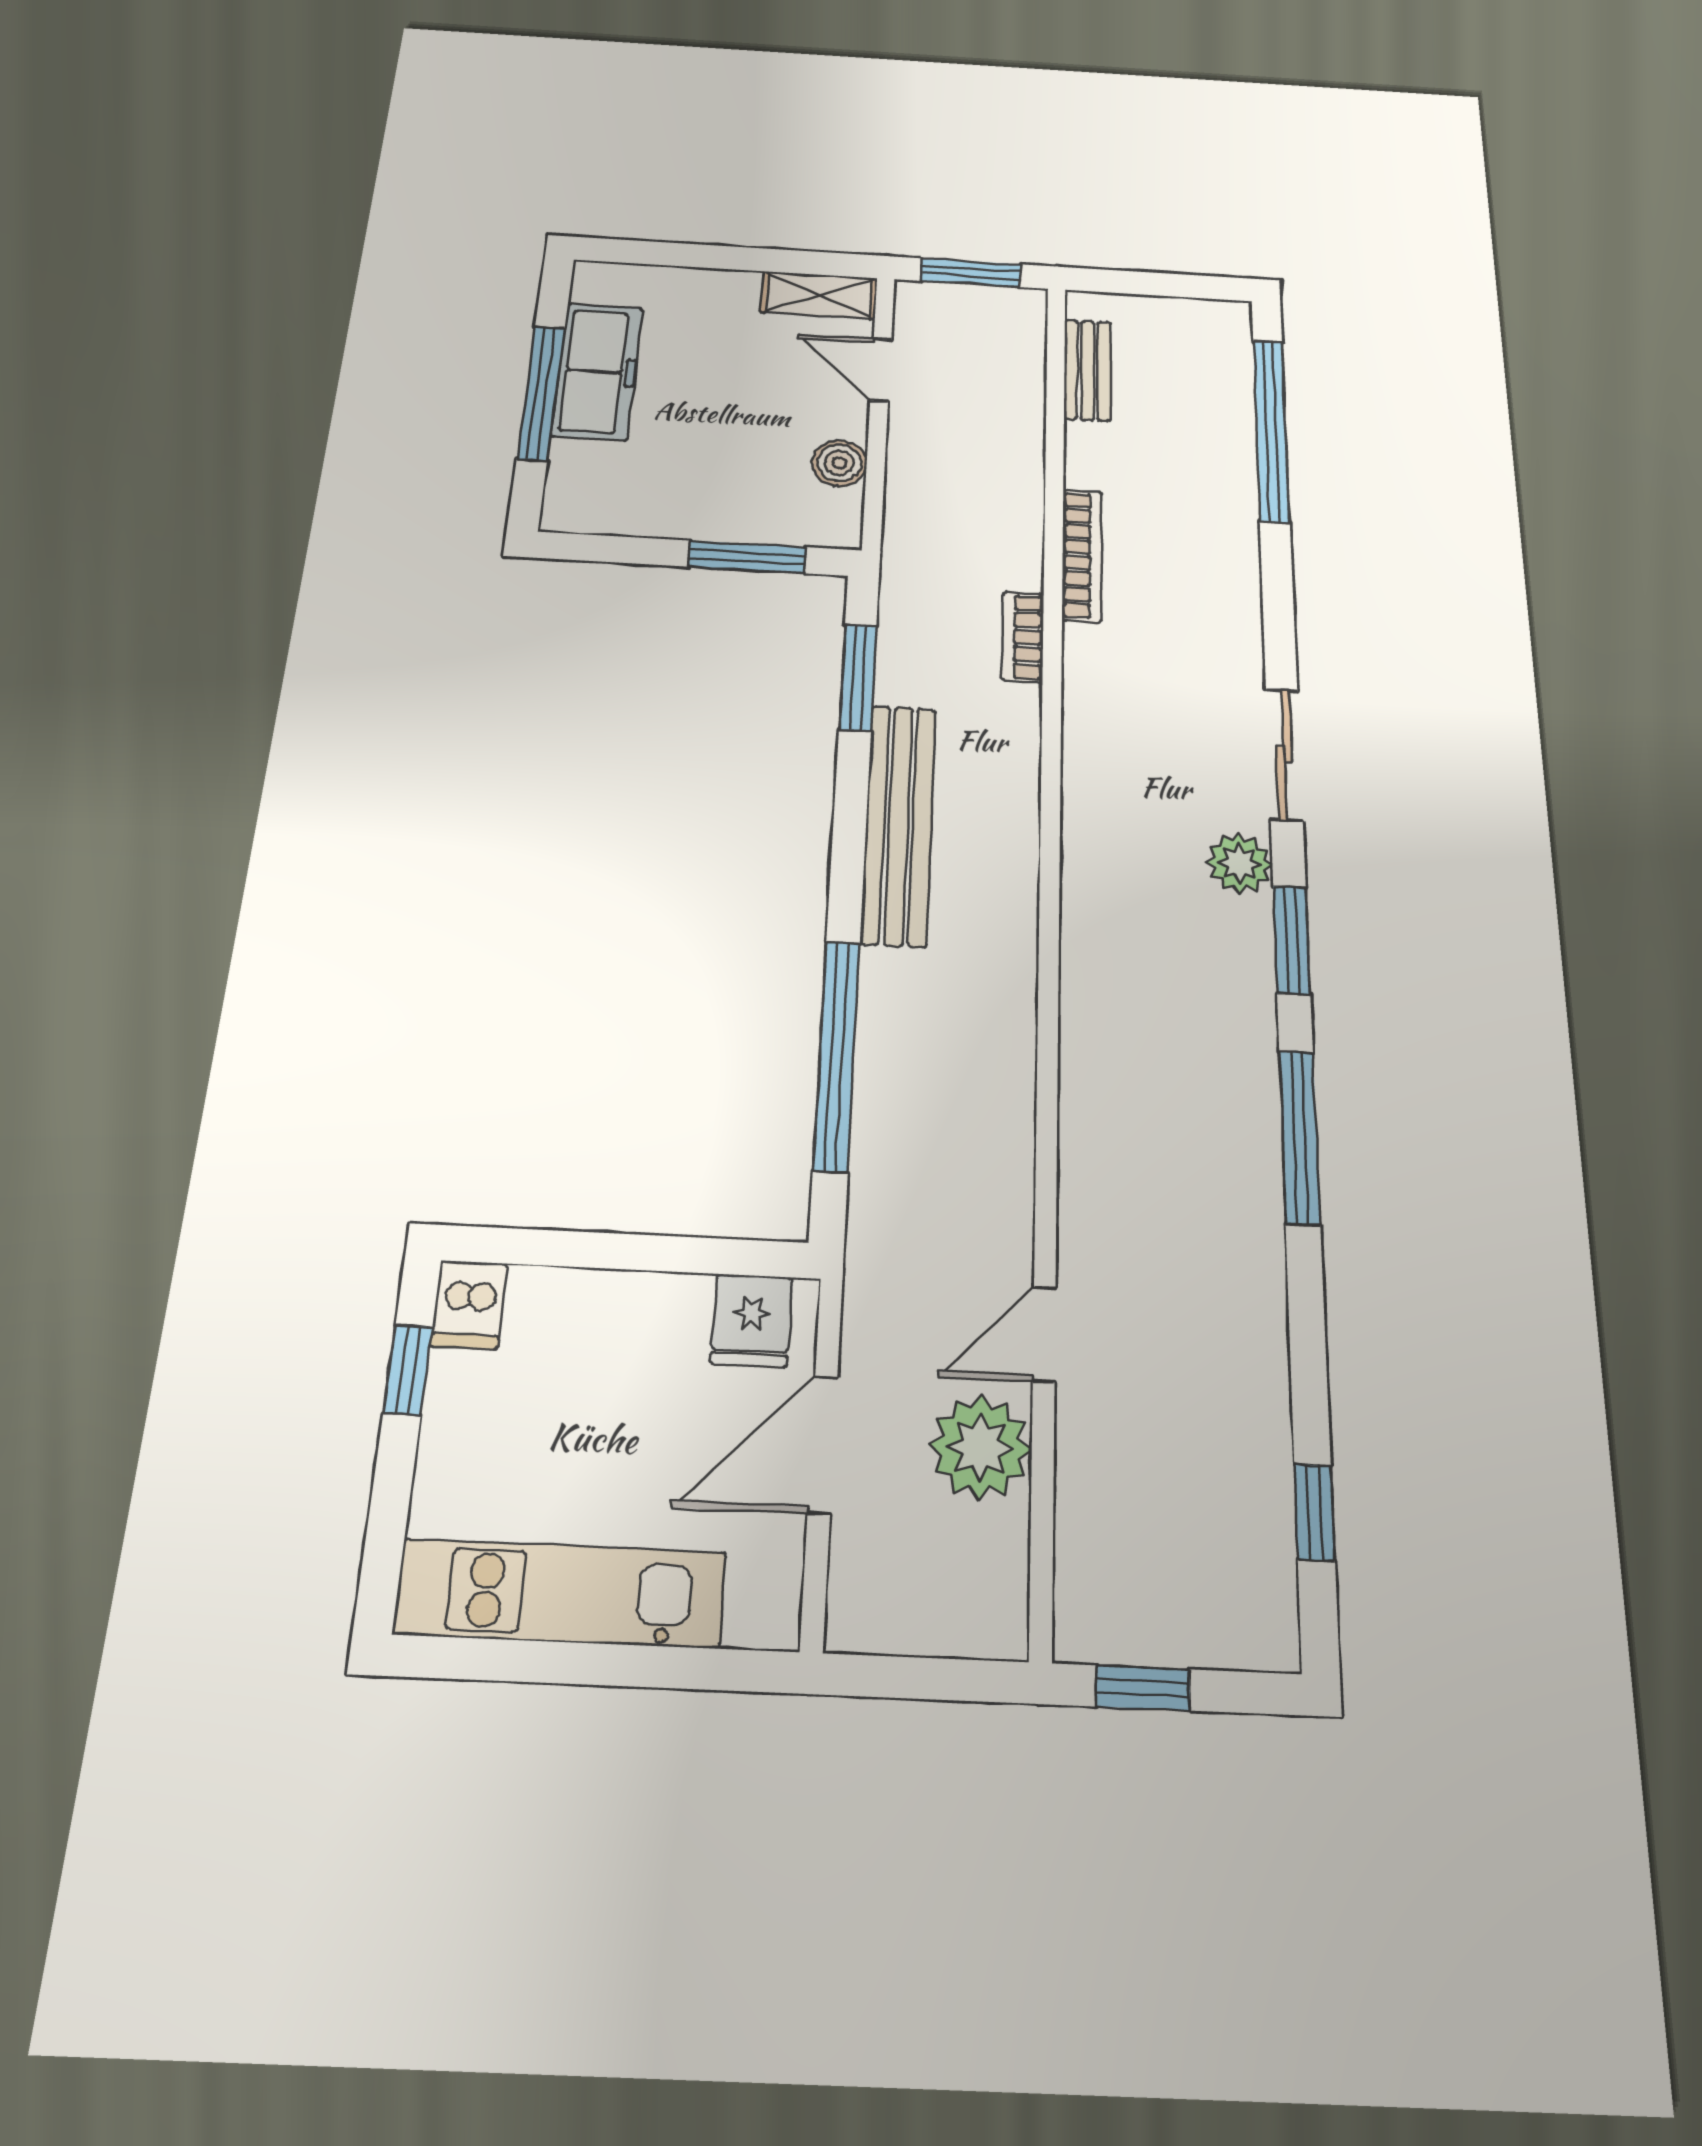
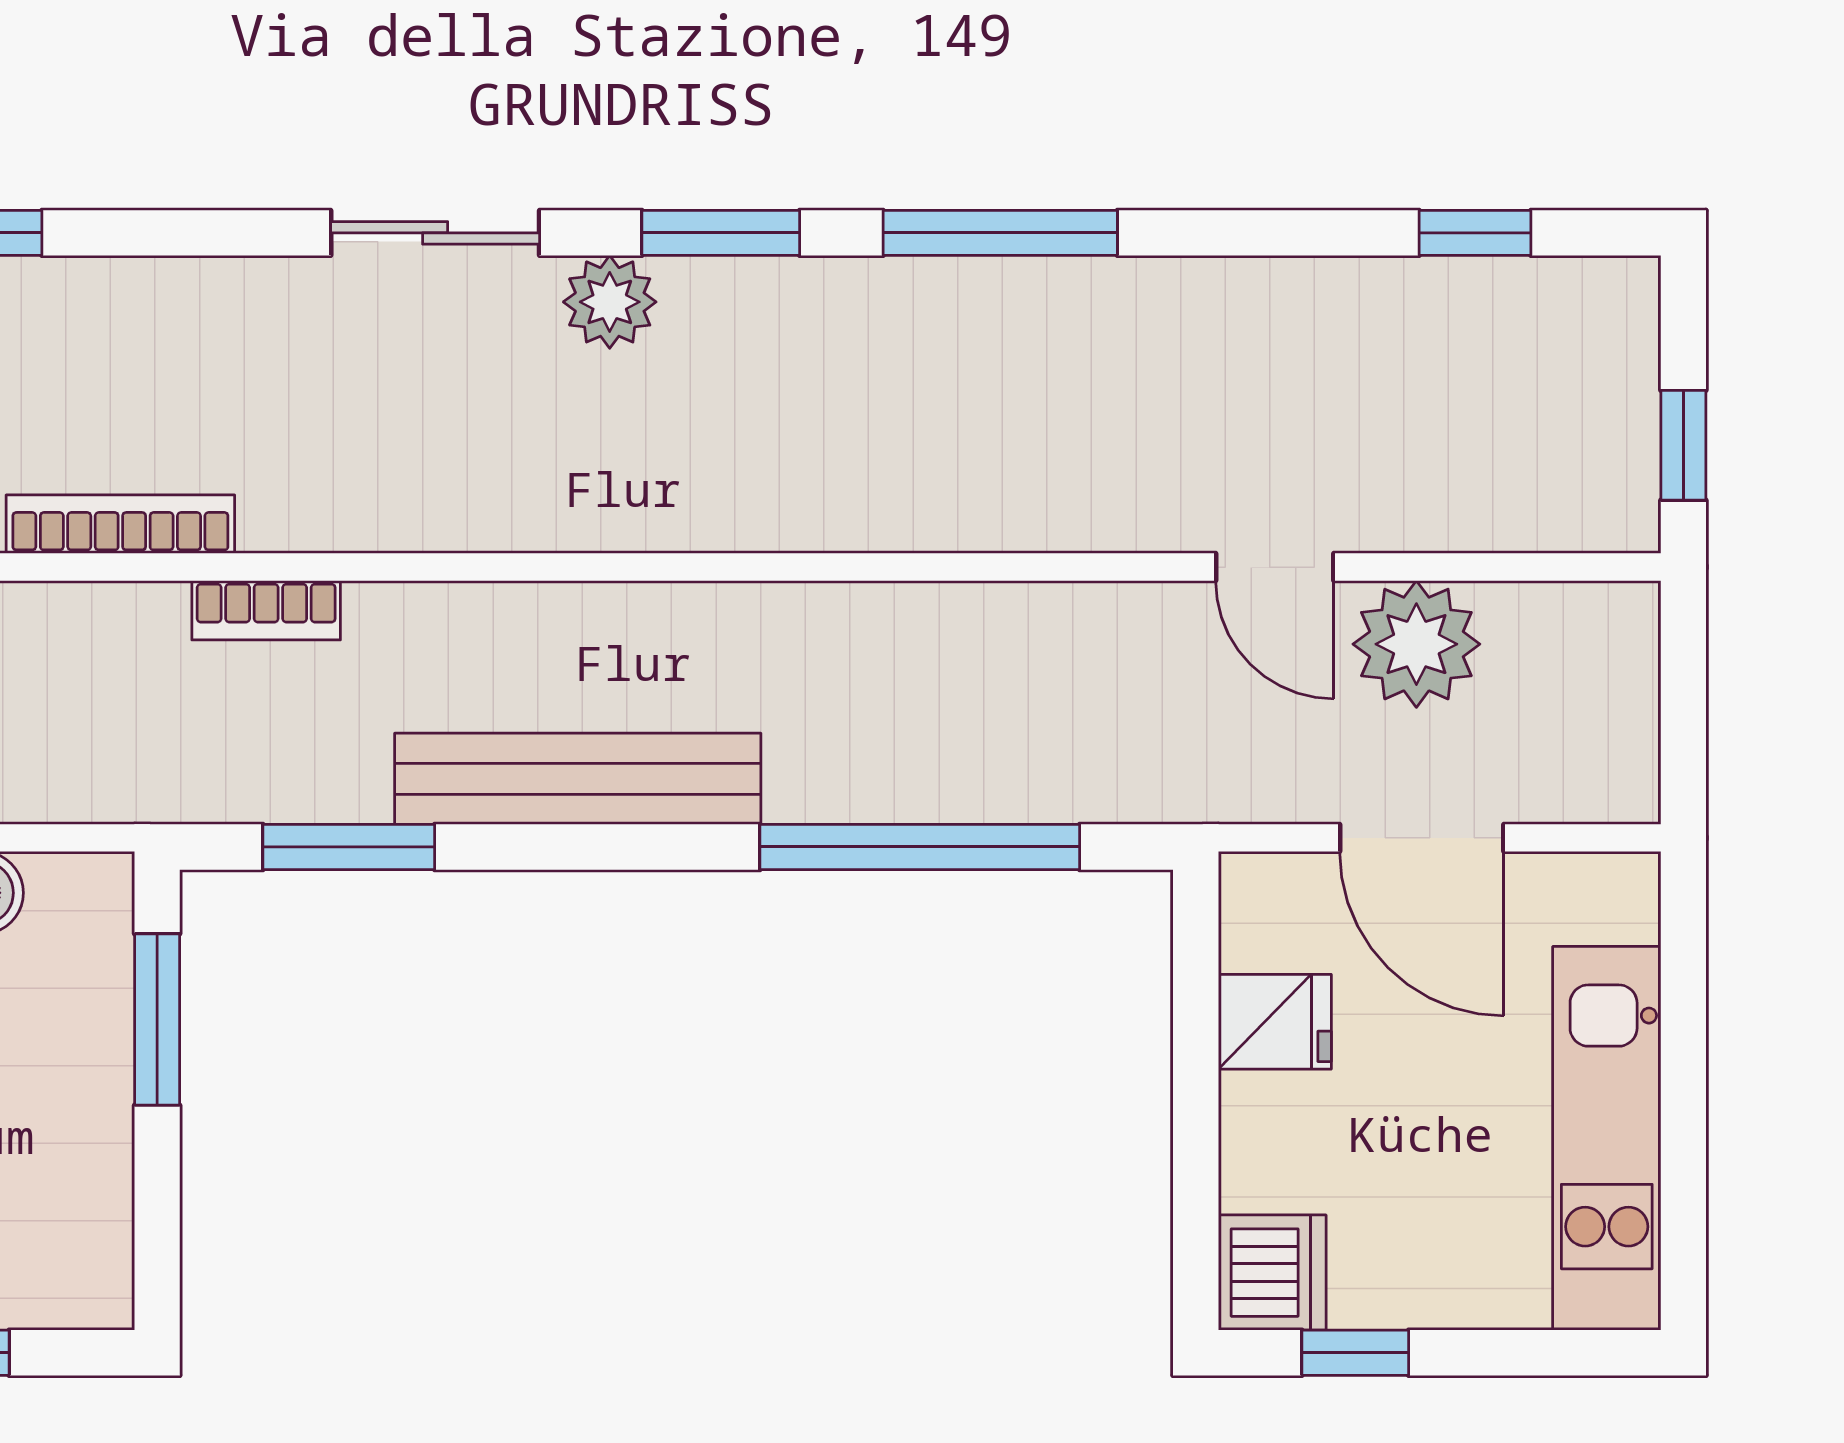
dishwasher: (469, 1305) -> (1272, 1273), width x1.38
fridge: (751, 1320) -> (1275, 1022), moved

